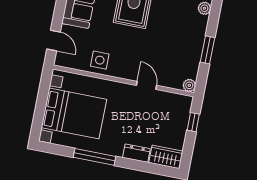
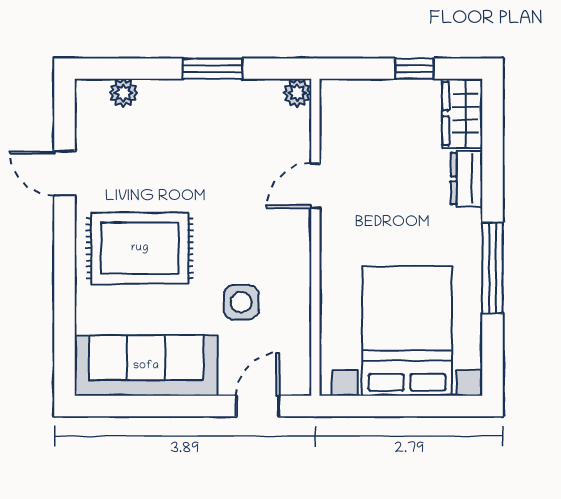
side table: (100, 60) -> (241, 302), moved
window: (193, 122) -> (415, 69), moved

